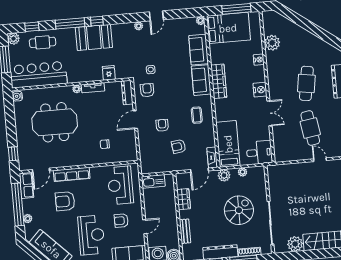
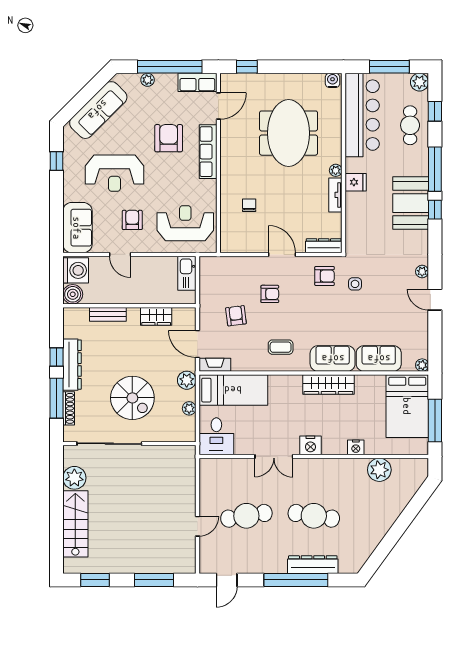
fridge: (109, 73) -> (356, 182), moved
door: (41, 170) -> (218, 106), swing flipped

